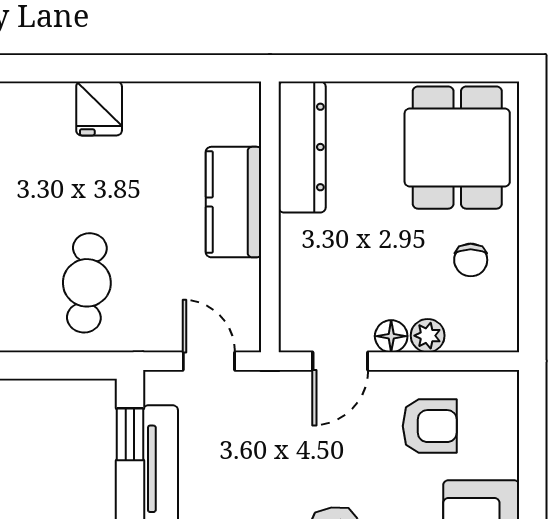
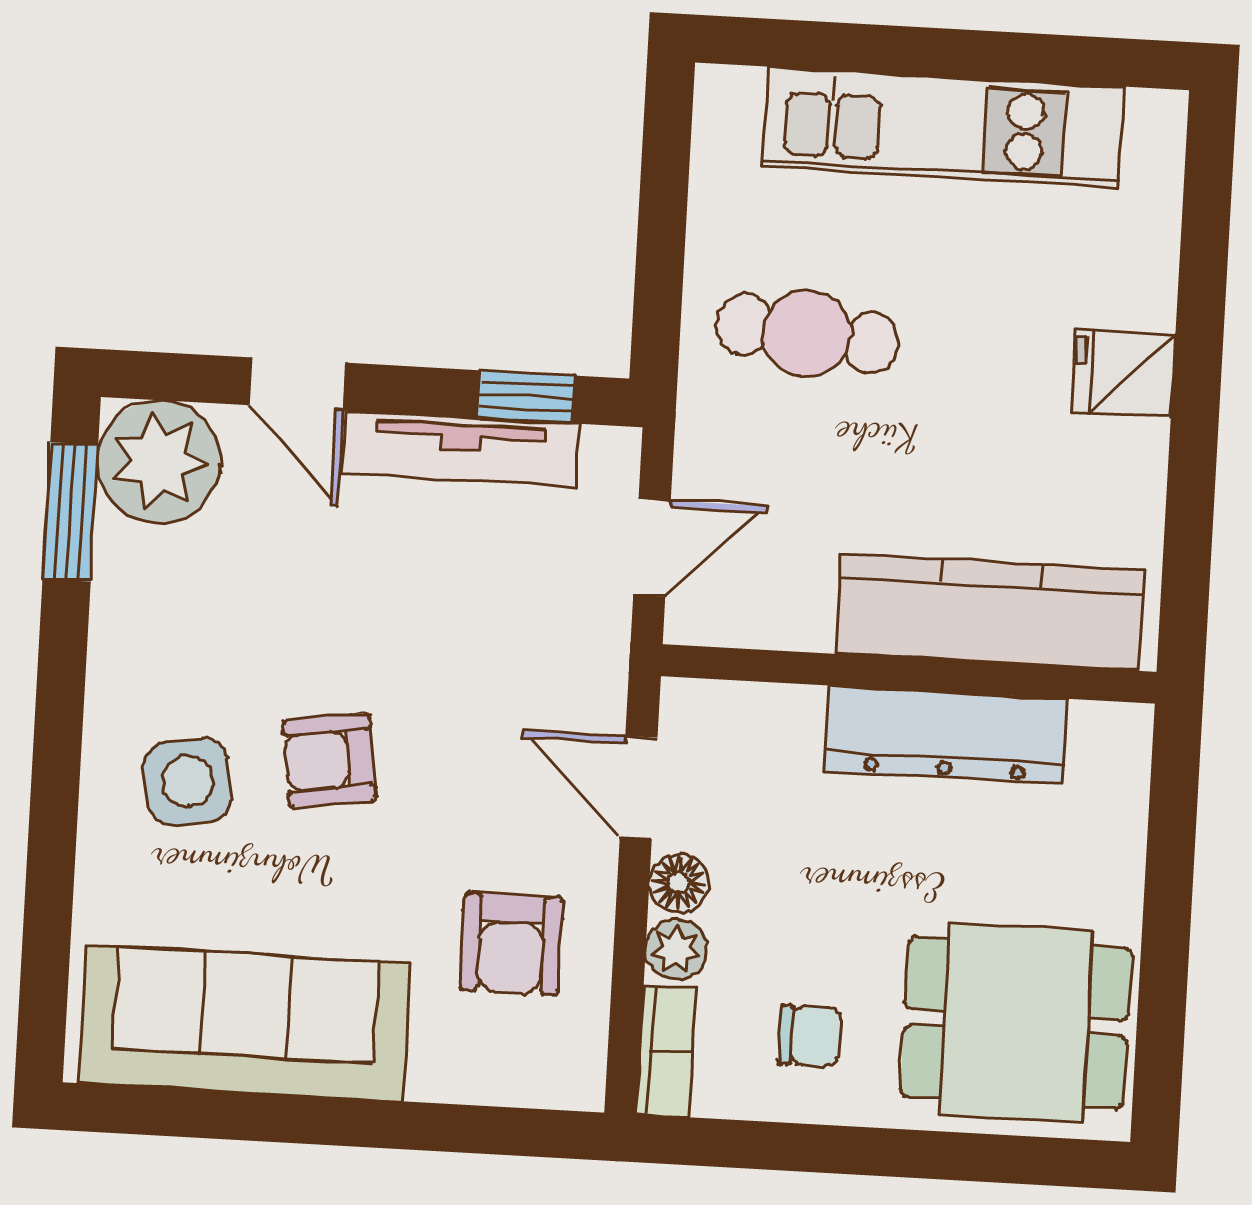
dresser: (302, 147) -> (946, 735), moved
kitchen counter: (234, 202) -> (990, 612), width x1.50
chair: (471, 260) -> (810, 1036), turned 180
bookcase: (484, 338) -> (666, 1051), added

